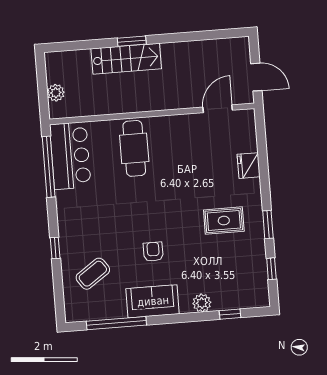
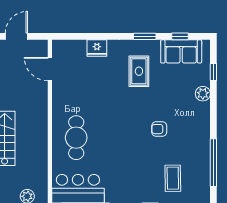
door: (256, 77) -> (16, 36), moved
cafe table: (134, 148) -> (76, 138), turned 90
coffee table: (93, 274) -> (173, 178), turned 34
sofa: (153, 301) -> (181, 51), moved, turned -90

